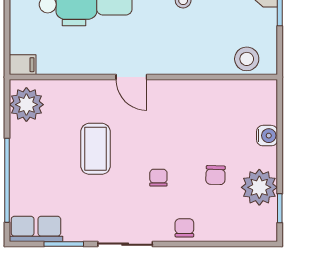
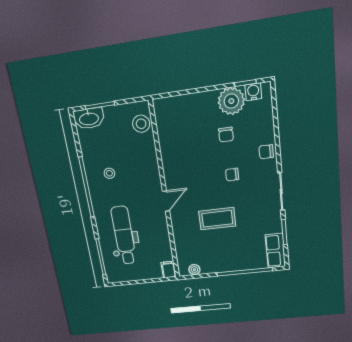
plant: (26, 105) -> (194, 270), width x0.53, depth x0.53
water cooler: (267, 136) -> (253, 92), moved
chair: (216, 175) -> (226, 135), turned 88

